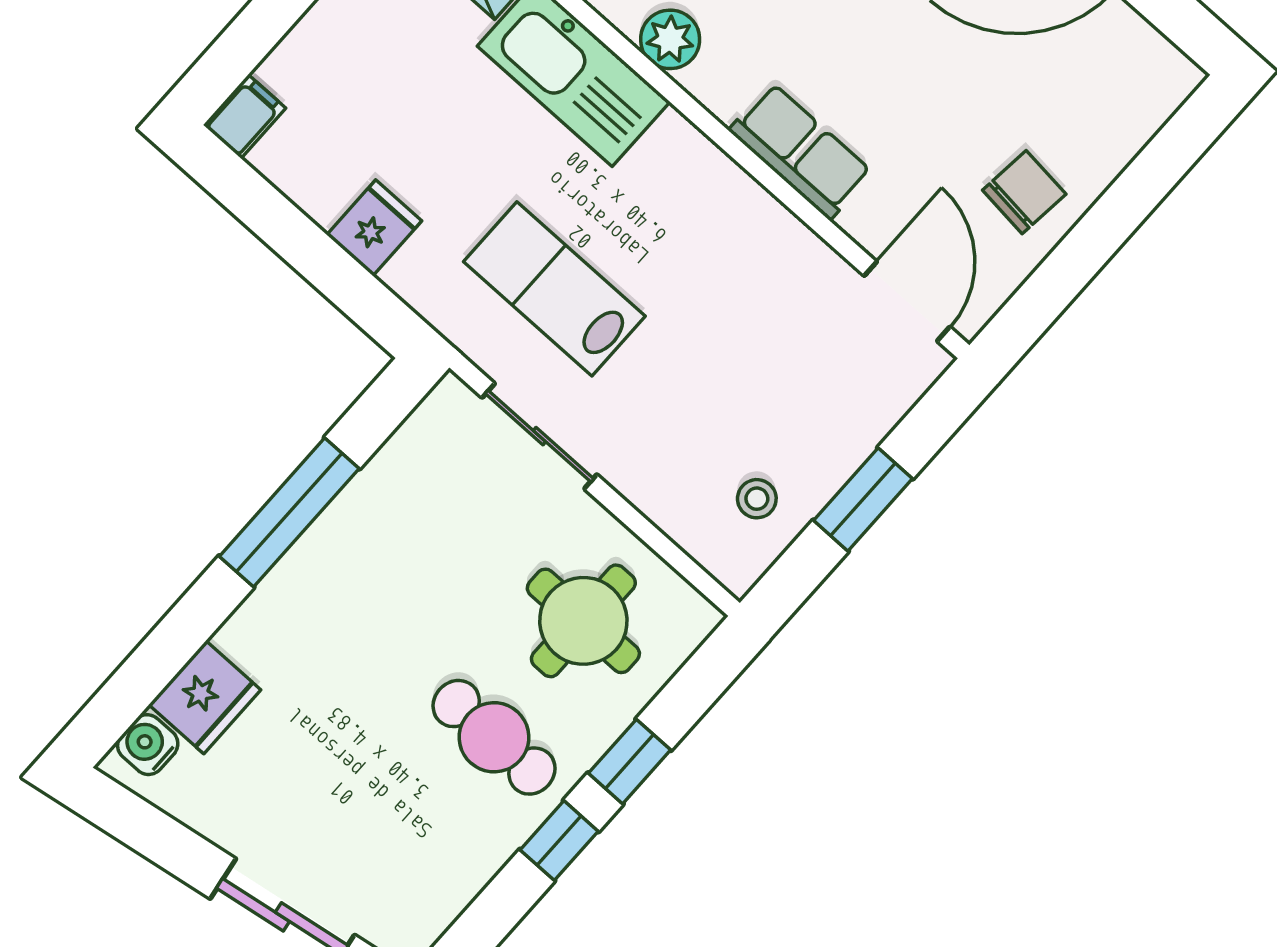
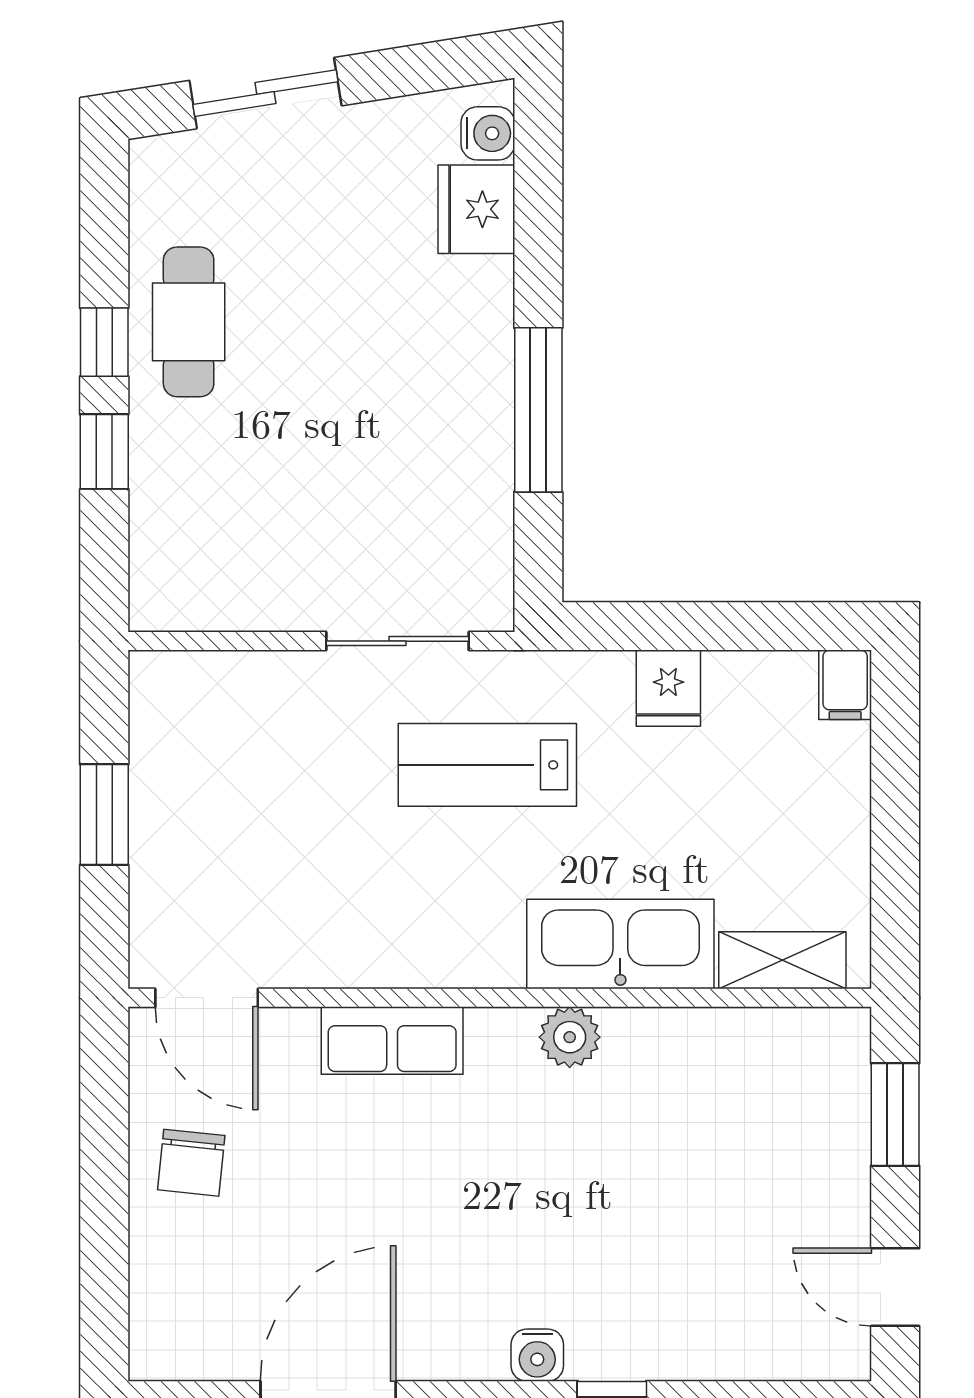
lab bench: (554, 289) -> (487, 765), turned 180
stool: (757, 499) -> (187, 742), removed
round table: (583, 621) -> (237, 529), removed
cafe table: (494, 737) -> (189, 322), moved, turned 90

